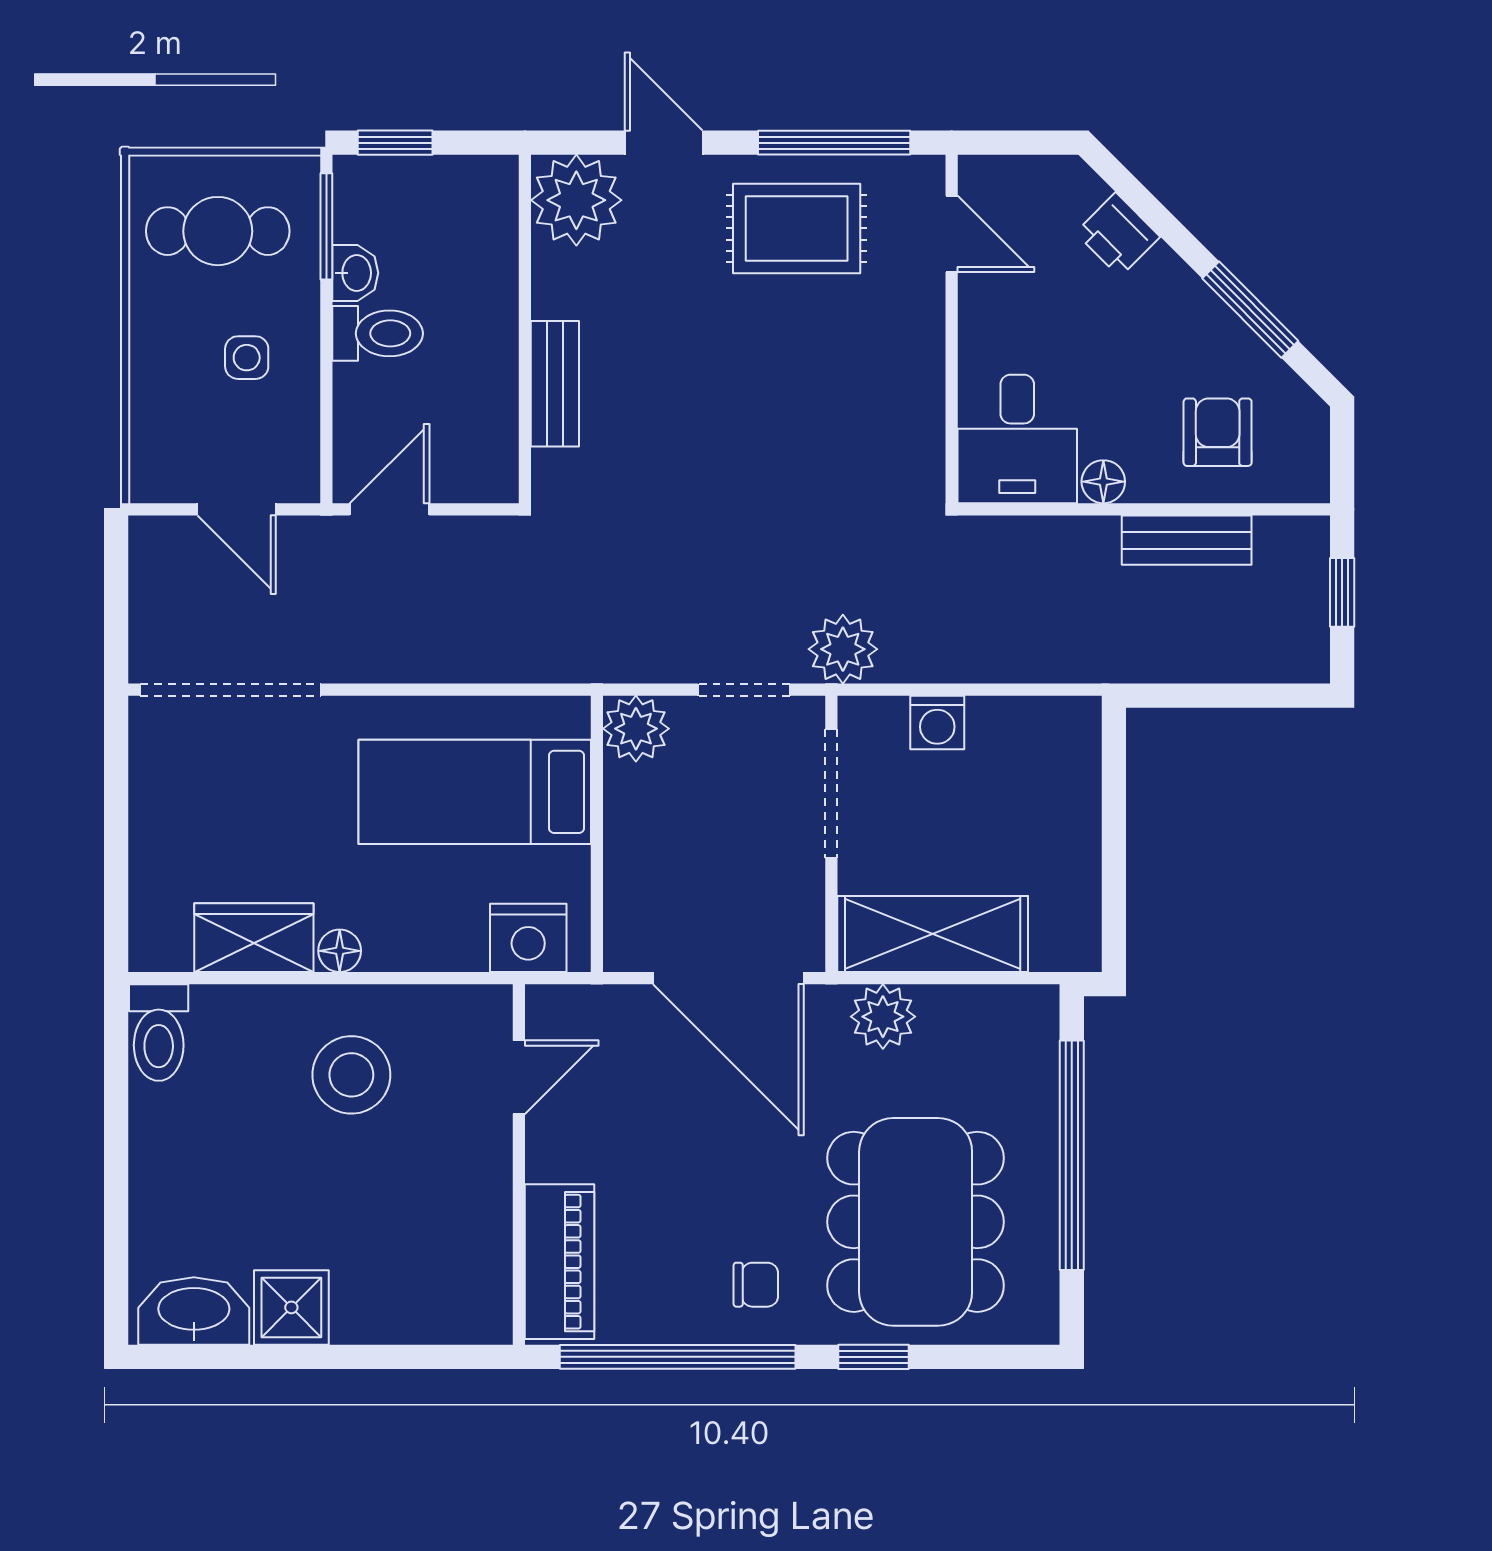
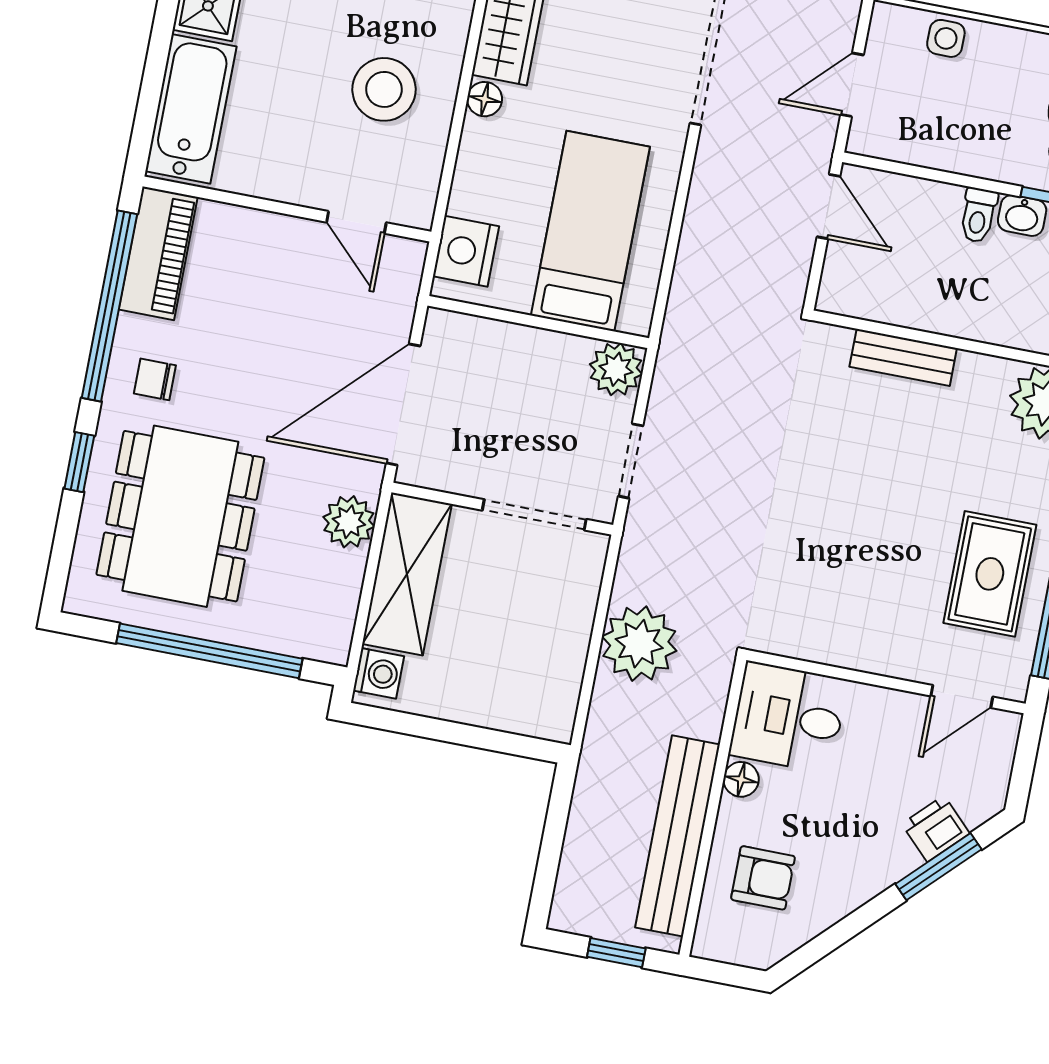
window: (1250, 310) -> (938, 867), moved
toilet: (378, 333) -> (978, 215), width x0.73, depth x0.72
side table: (247, 358) -> (946, 38), moved
bench: (1187, 540) -> (678, 836), width x1.86, depth x1.21
plant: (843, 649) -> (639, 644), moved, width x1.36, depth x1.36
washing machine: (937, 722) -> (379, 673), moved, turned 180
dining table: (916, 1222) -> (180, 516), turned 90
piano: (559, 1262) -> (158, 253), moved, turned -90
chair: (756, 1285) -> (155, 379), turned 90
bathtub: (420, 1304) -> (191, 109), added

